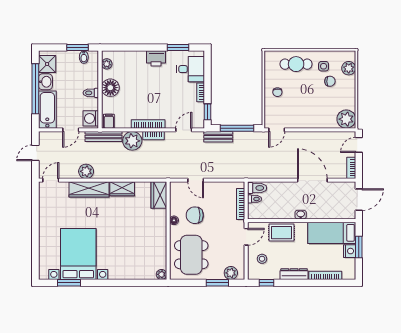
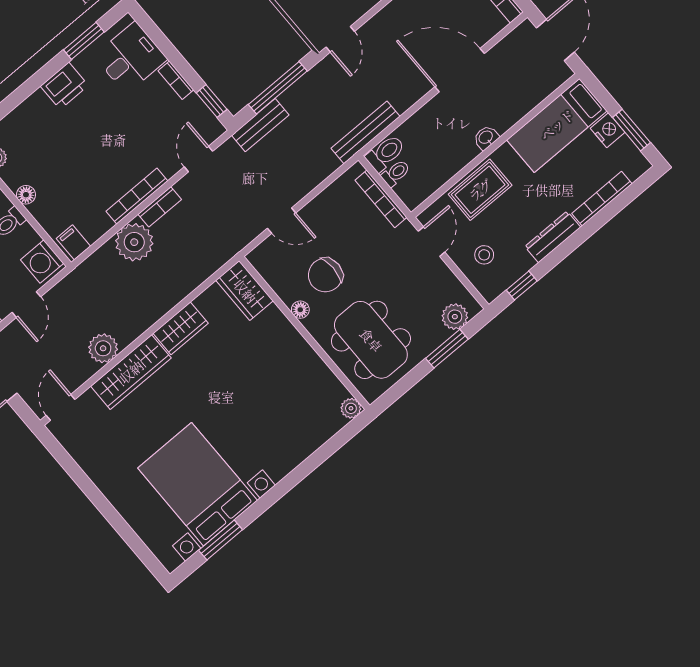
floor lamp: (110, 88) -> (26, 195), width x0.53, depth x0.53
bench: (103, 136) -> (365, 132), moved
window: (359, 247) -> (631, 130), moved

